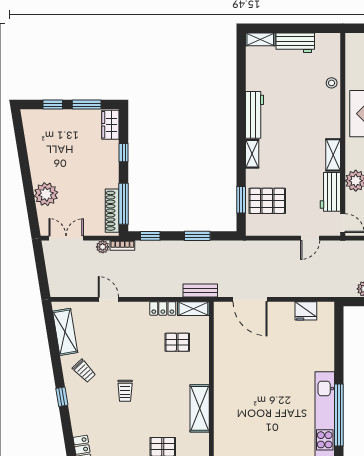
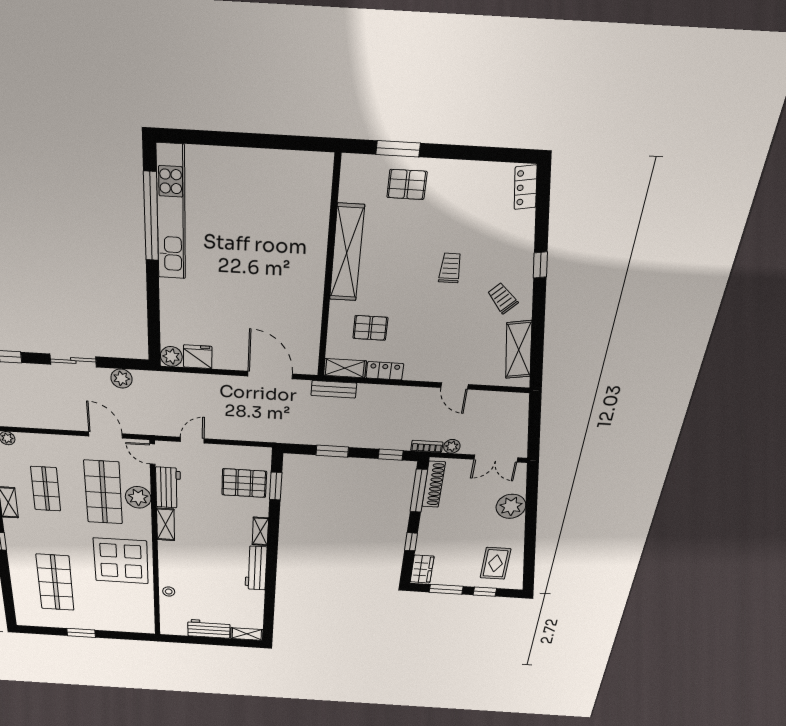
rug: (49, 136) -> (495, 563), added
plant: (326, 310) -> (171, 356), added
shelving: (200, 408) -> (347, 253), width x1.47

